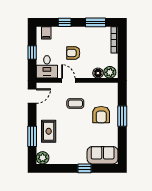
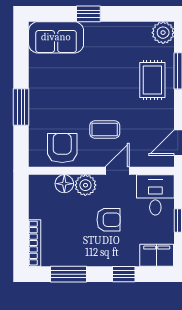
filing cabinet: (46, 33) -> (157, 255), width x2.00
plant: (110, 72) -> (85, 185), moved
door: (68, 80) -> (117, 171), swing flipped
armchair: (101, 115) -> (62, 148), moved

